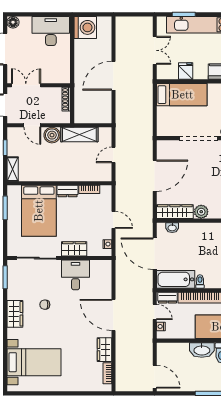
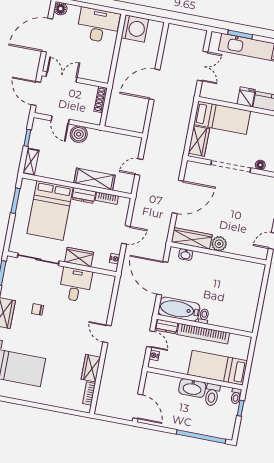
fridge: (186, 71) -> (246, 97), moved
wardrobe: (164, 120) -> (199, 141), added
shelving: (79, 135) -> (95, 179), moved
door: (113, 220) -> (126, 235), hinge flipped
door: (113, 315) -> (107, 334), width x0.53

